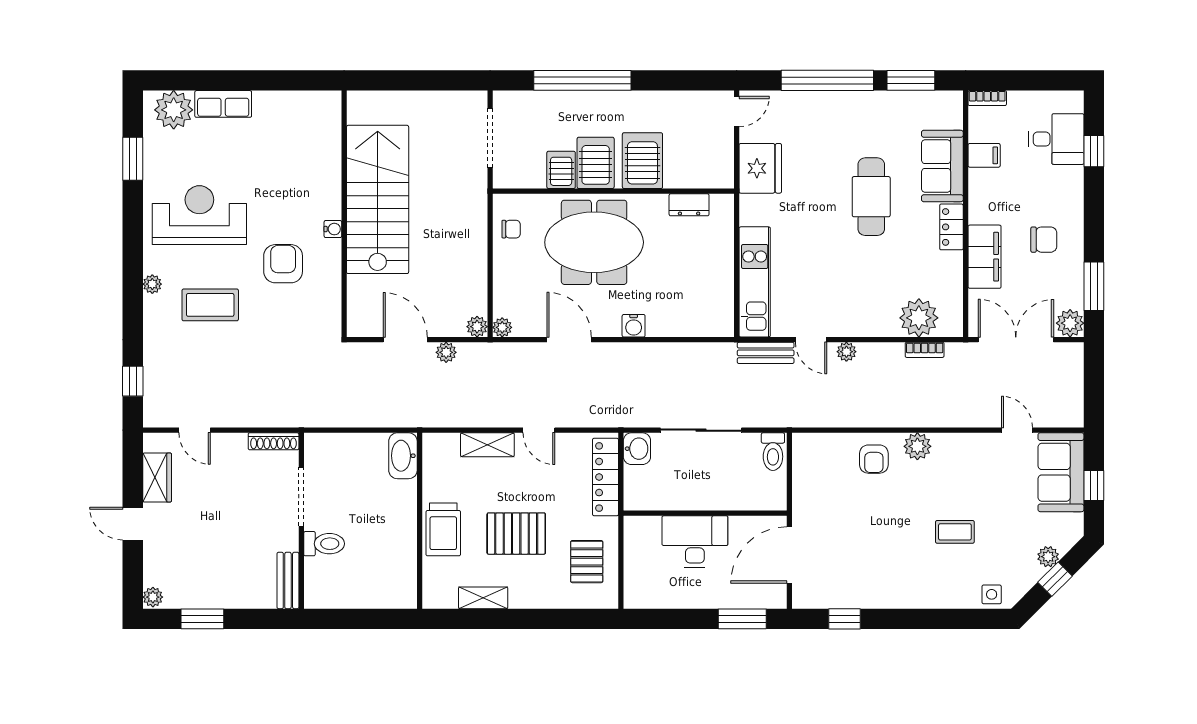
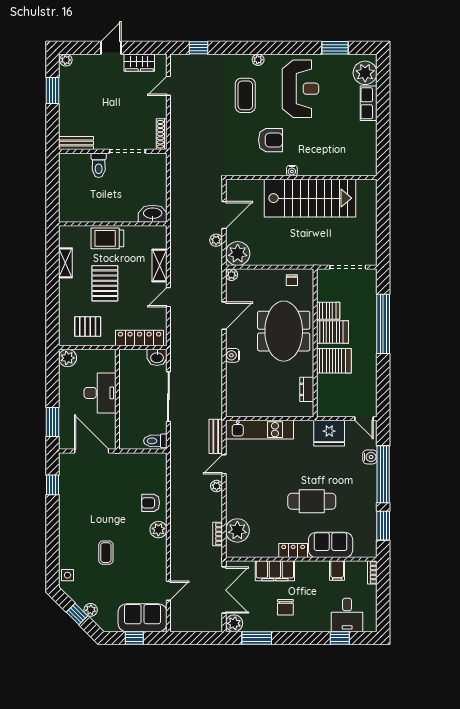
water cooler: (799, 102) -> (370, 457), added
plant: (477, 327) -> (238, 254), width x1.88, depth x1.88
plant: (638, 594) -> (68, 358), added

